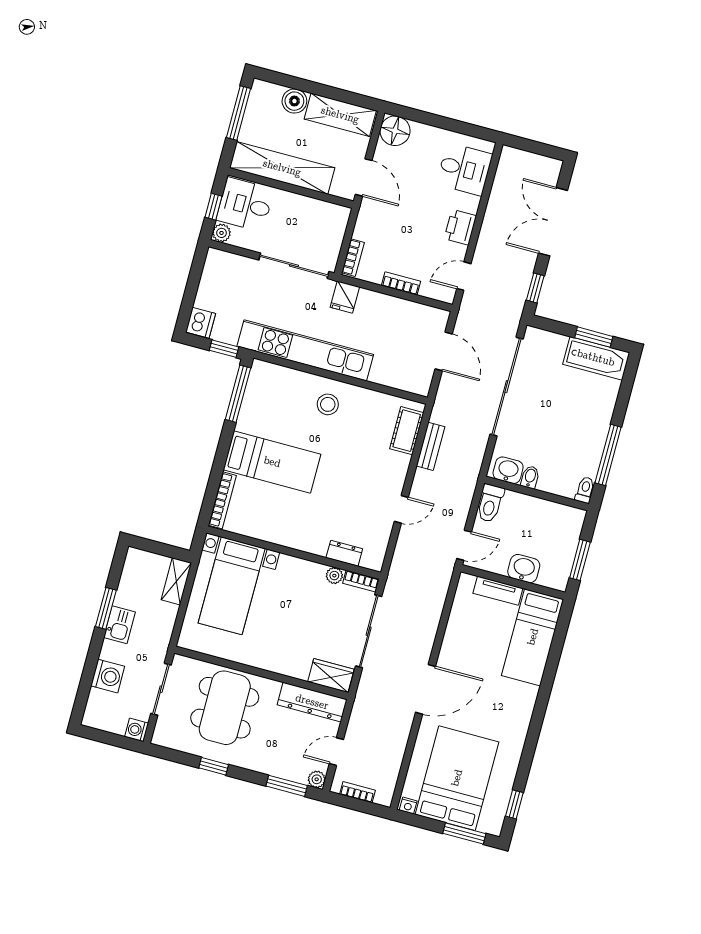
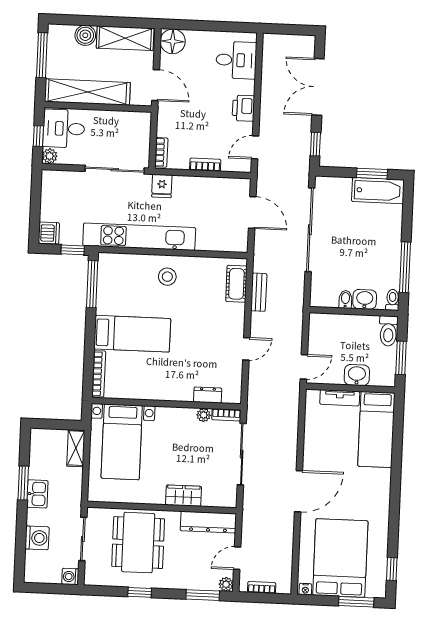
washbasin: (508, 470) -> (365, 299), moved
toilet: (490, 503) -> (388, 331), moved
wardrobe: (331, 676) -> (184, 496), moved

